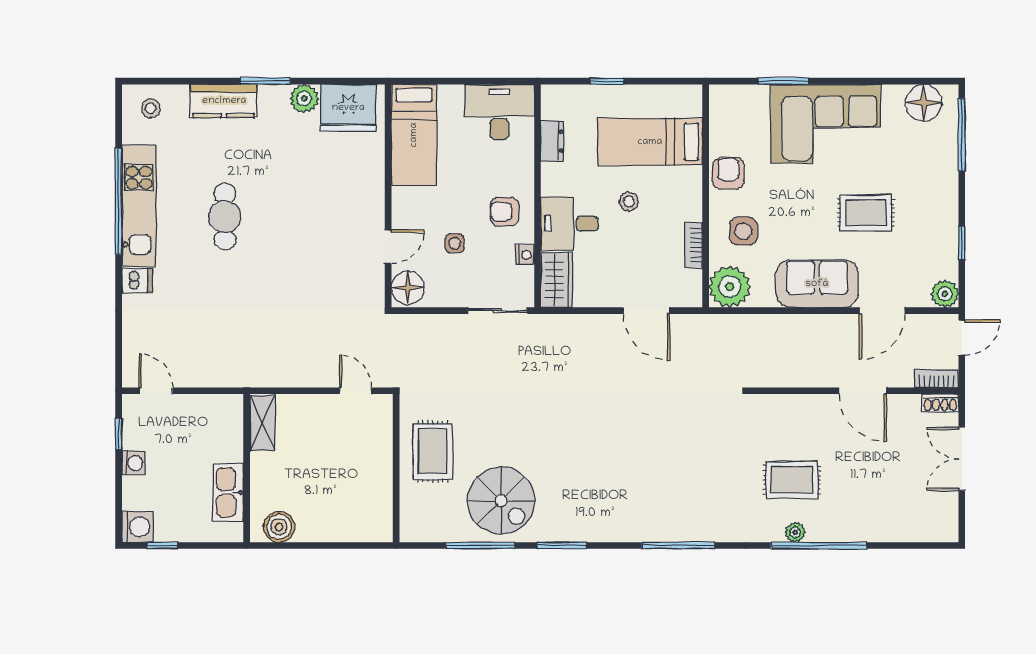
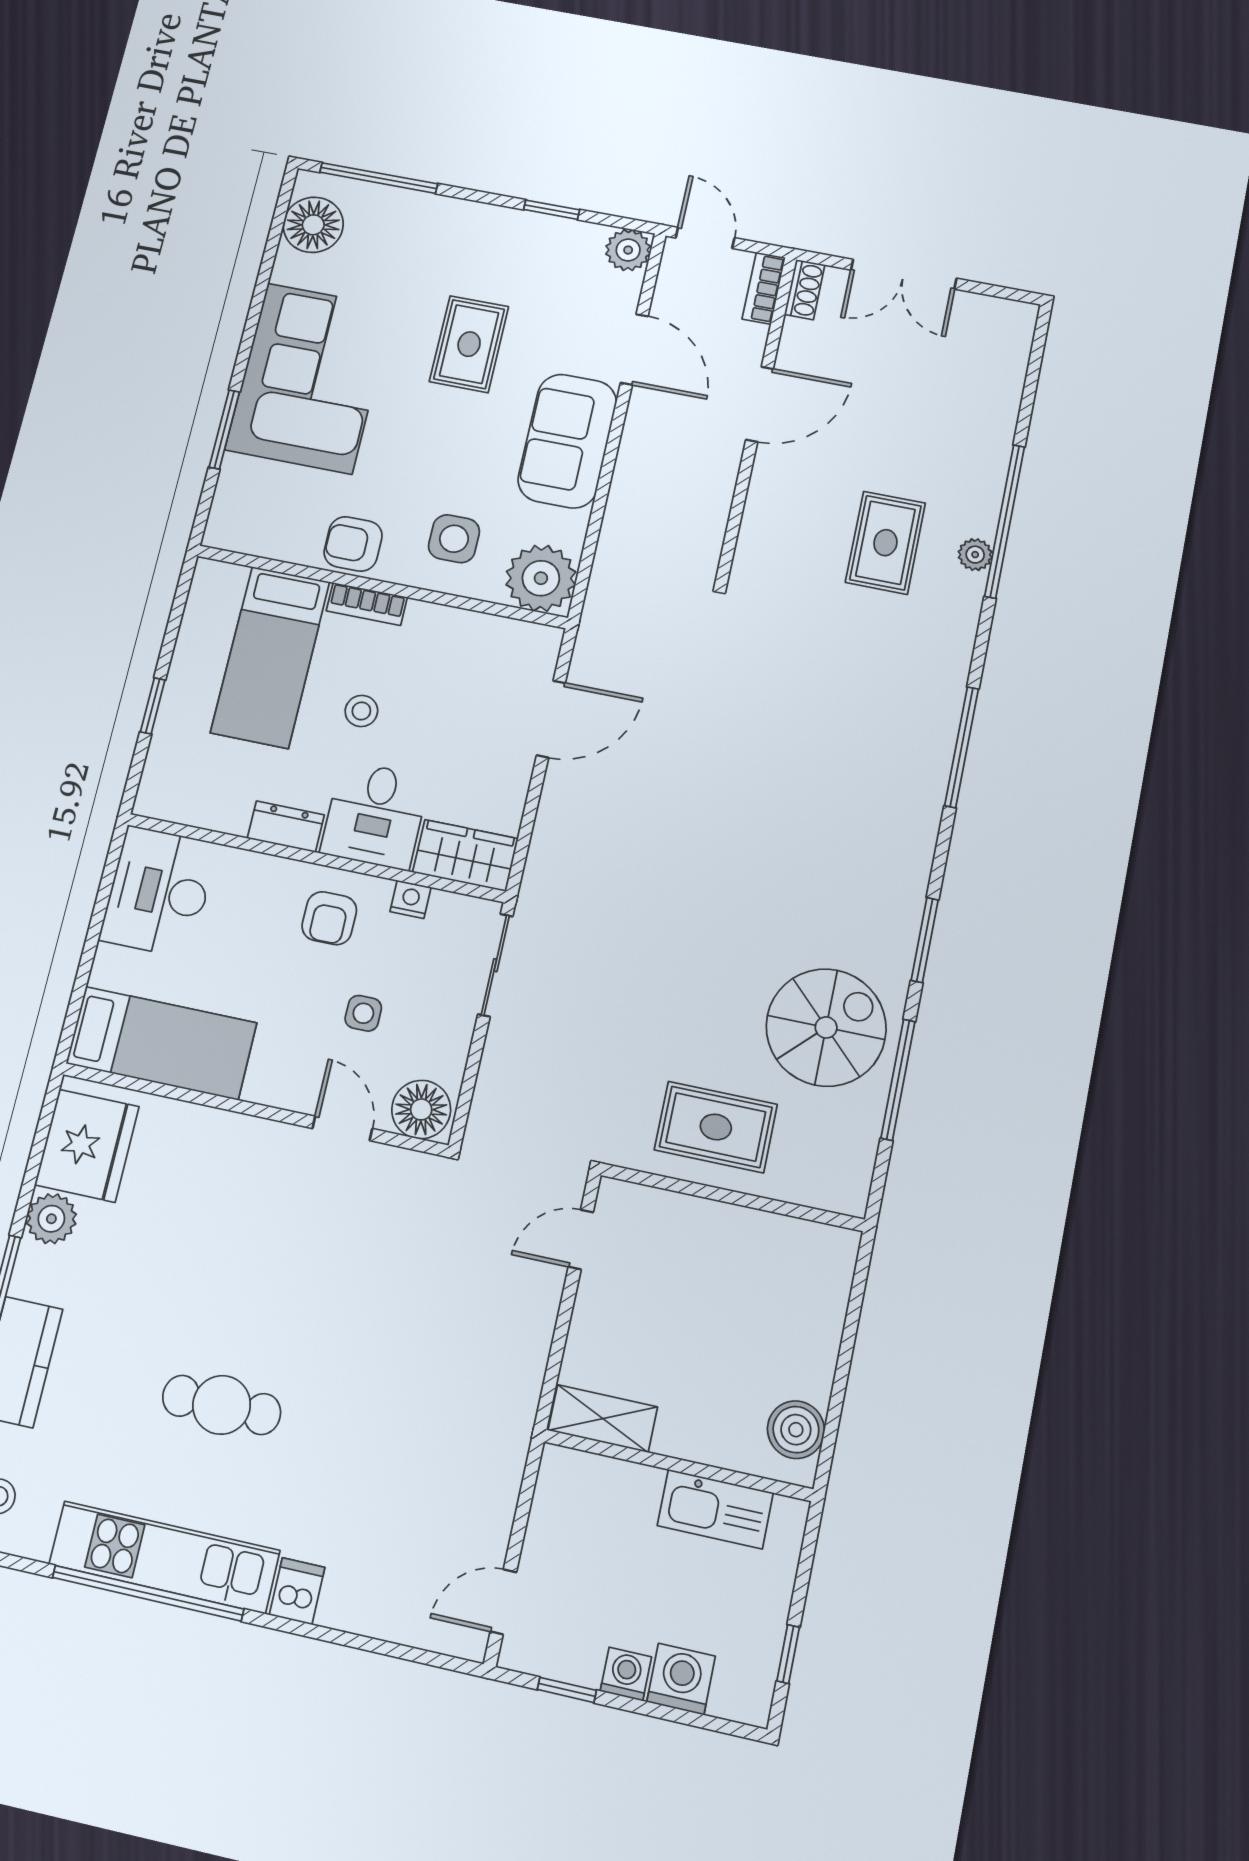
dresser: (552, 141) -> (286, 827), moved
bookcase: (693, 245) -> (367, 604), moved
washing machine: (137, 527) -> (681, 1679), moved

